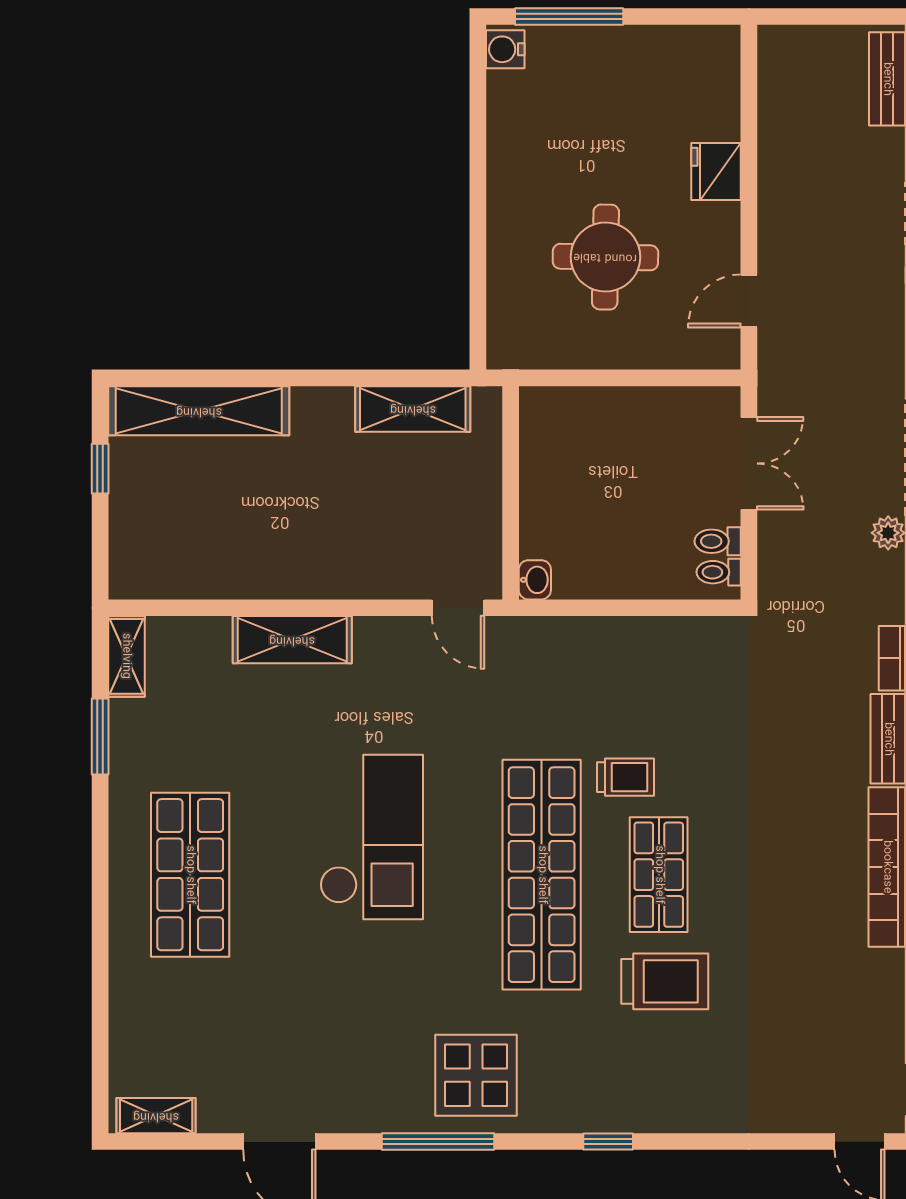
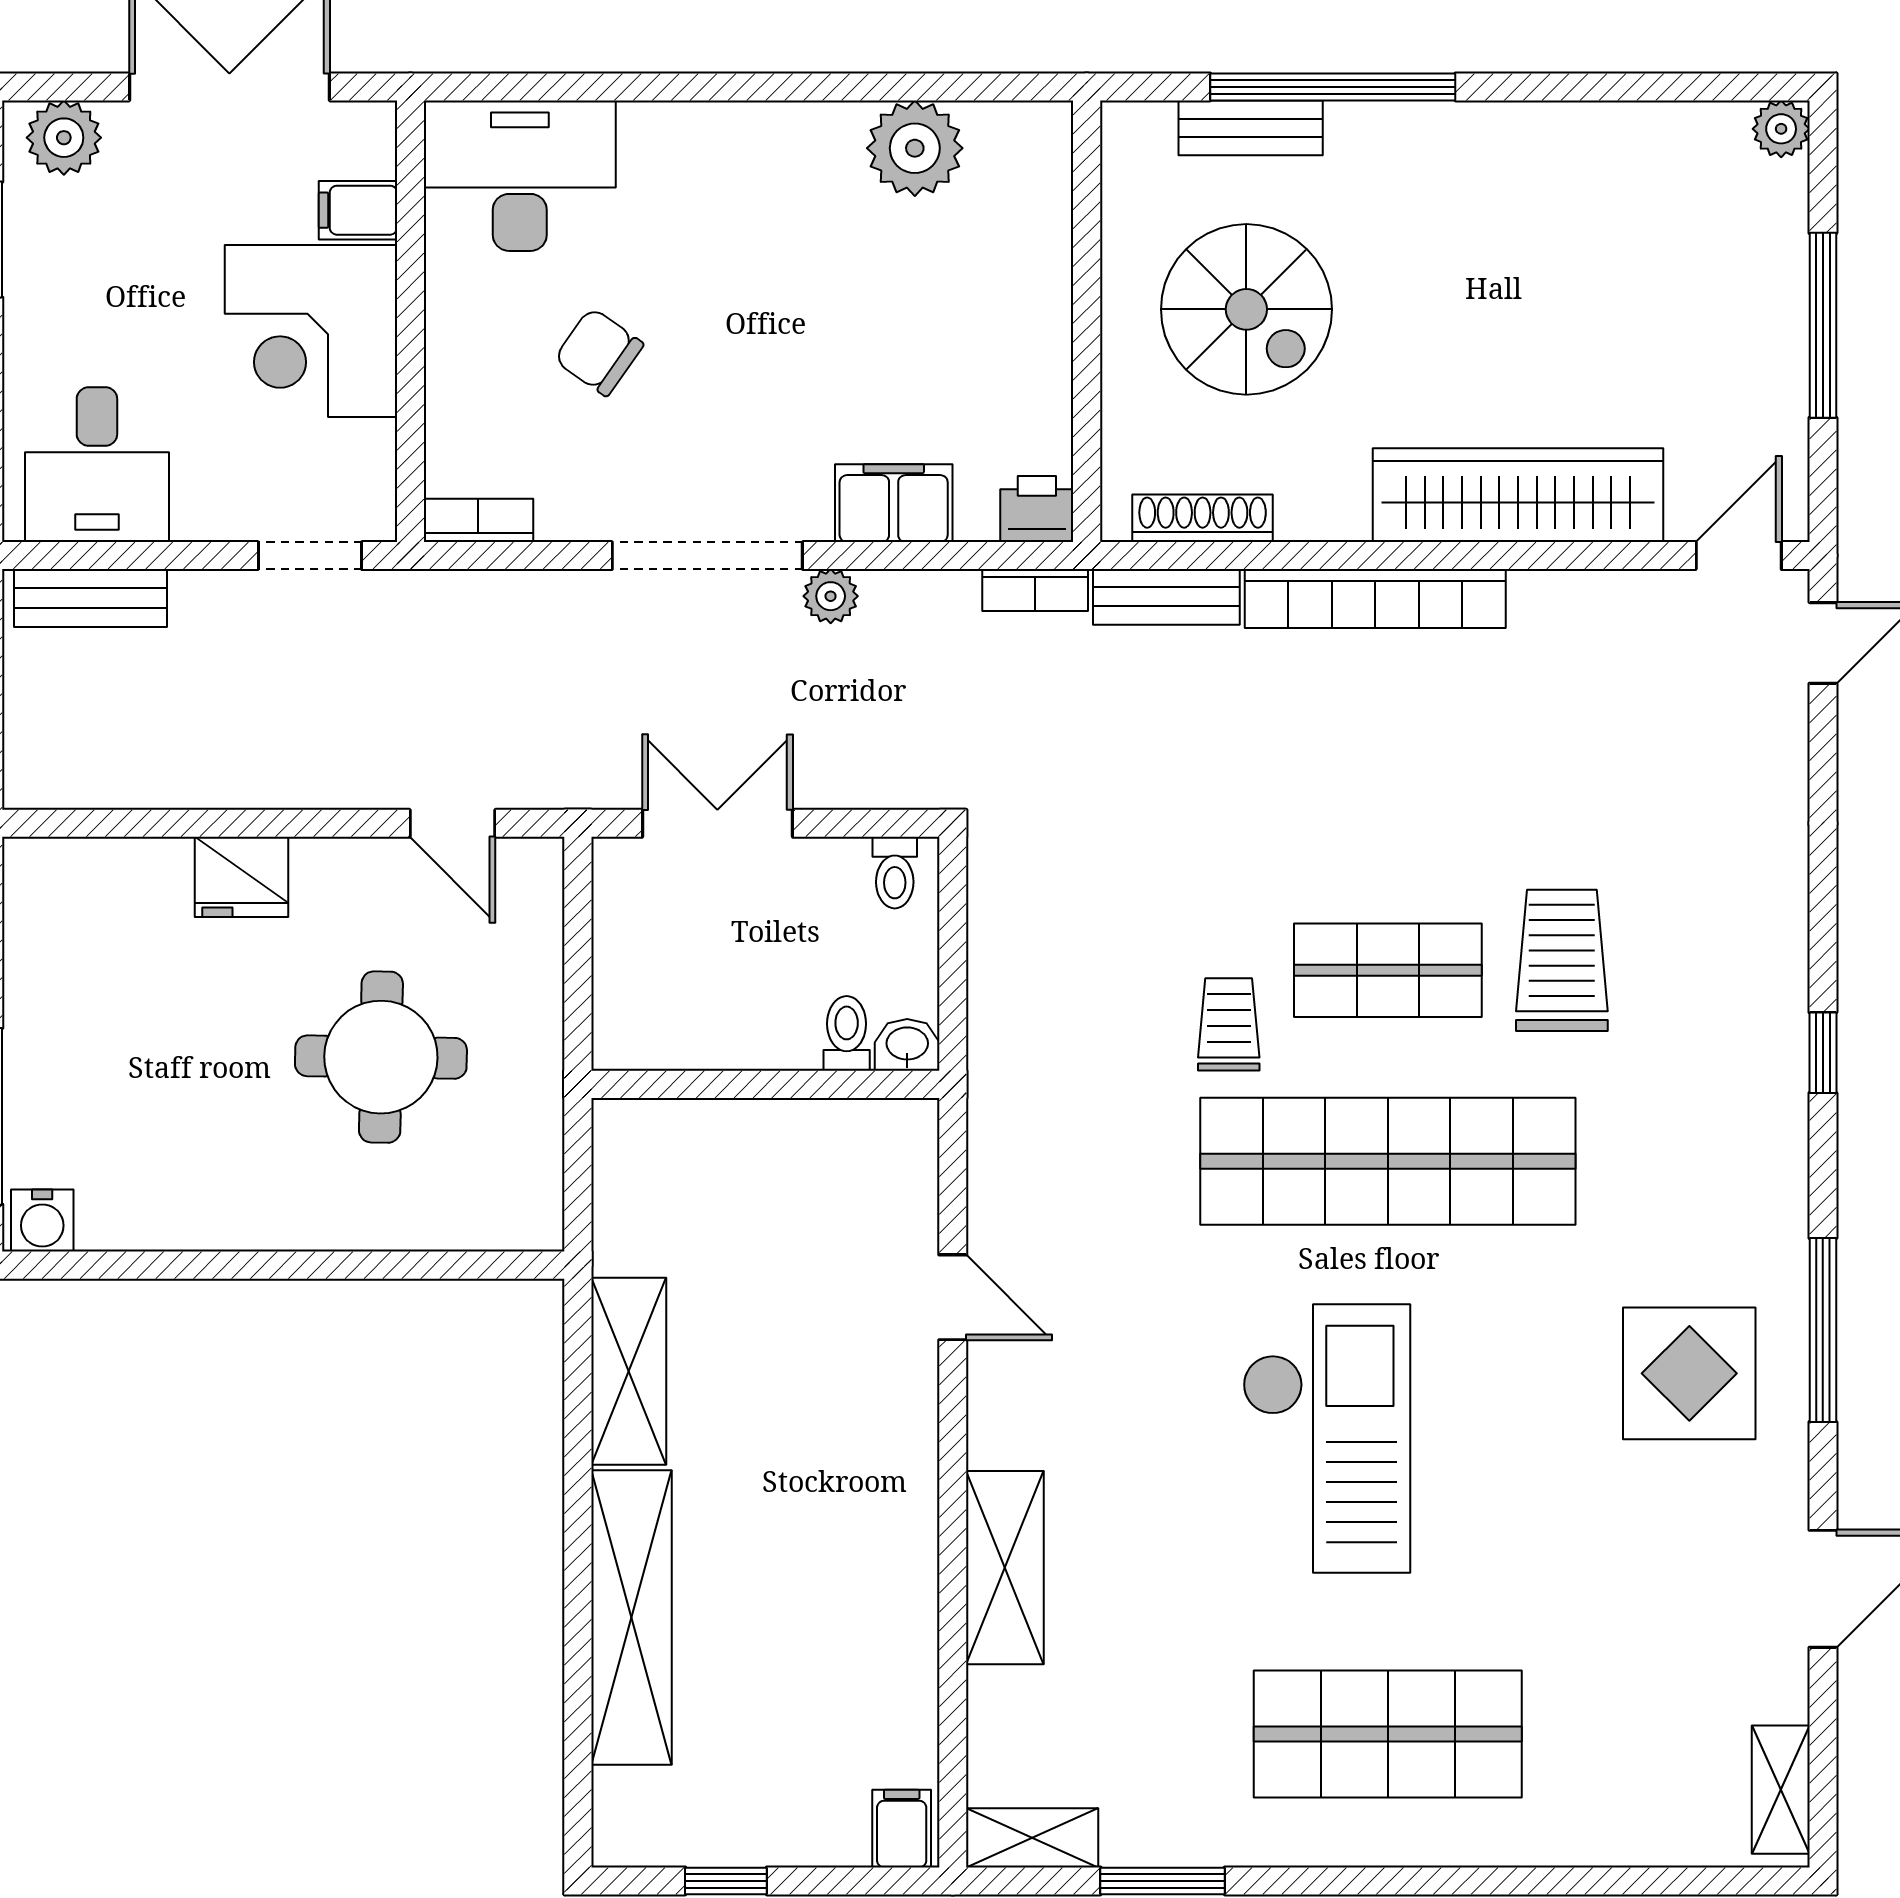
shelving: (199, 411) -> (631, 1618), moved
wall: (511, 493) -> (765, 1084), moved
toilet: (718, 541) -> (847, 1033), moved, turned 180
filing cabinet: (132, 576) -> (902, 1829), added
washbasin: (535, 580) -> (907, 1045), moved
door: (458, 608) -> (953, 1297), hinge flipped
checkout: (372, 837) -> (1326, 1438), turned 90
display table: (476, 1075) -> (1689, 1373), moved

